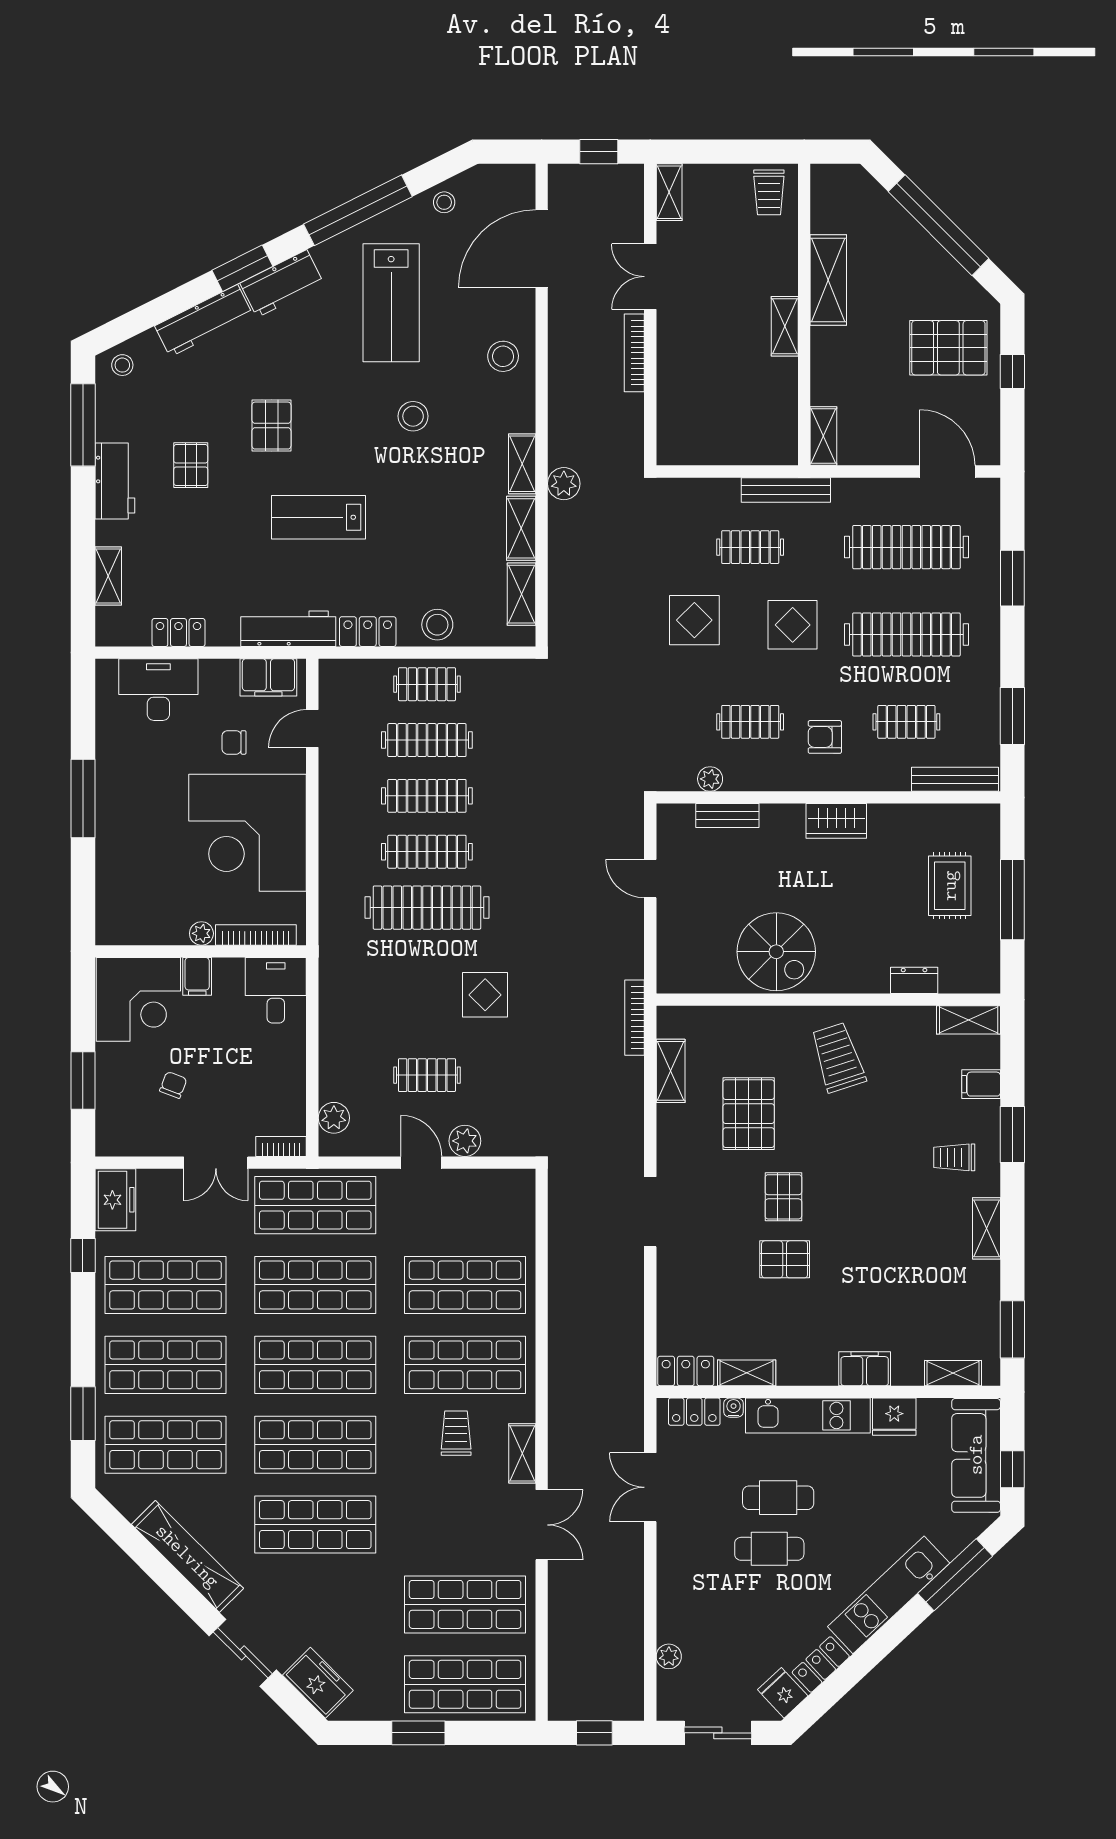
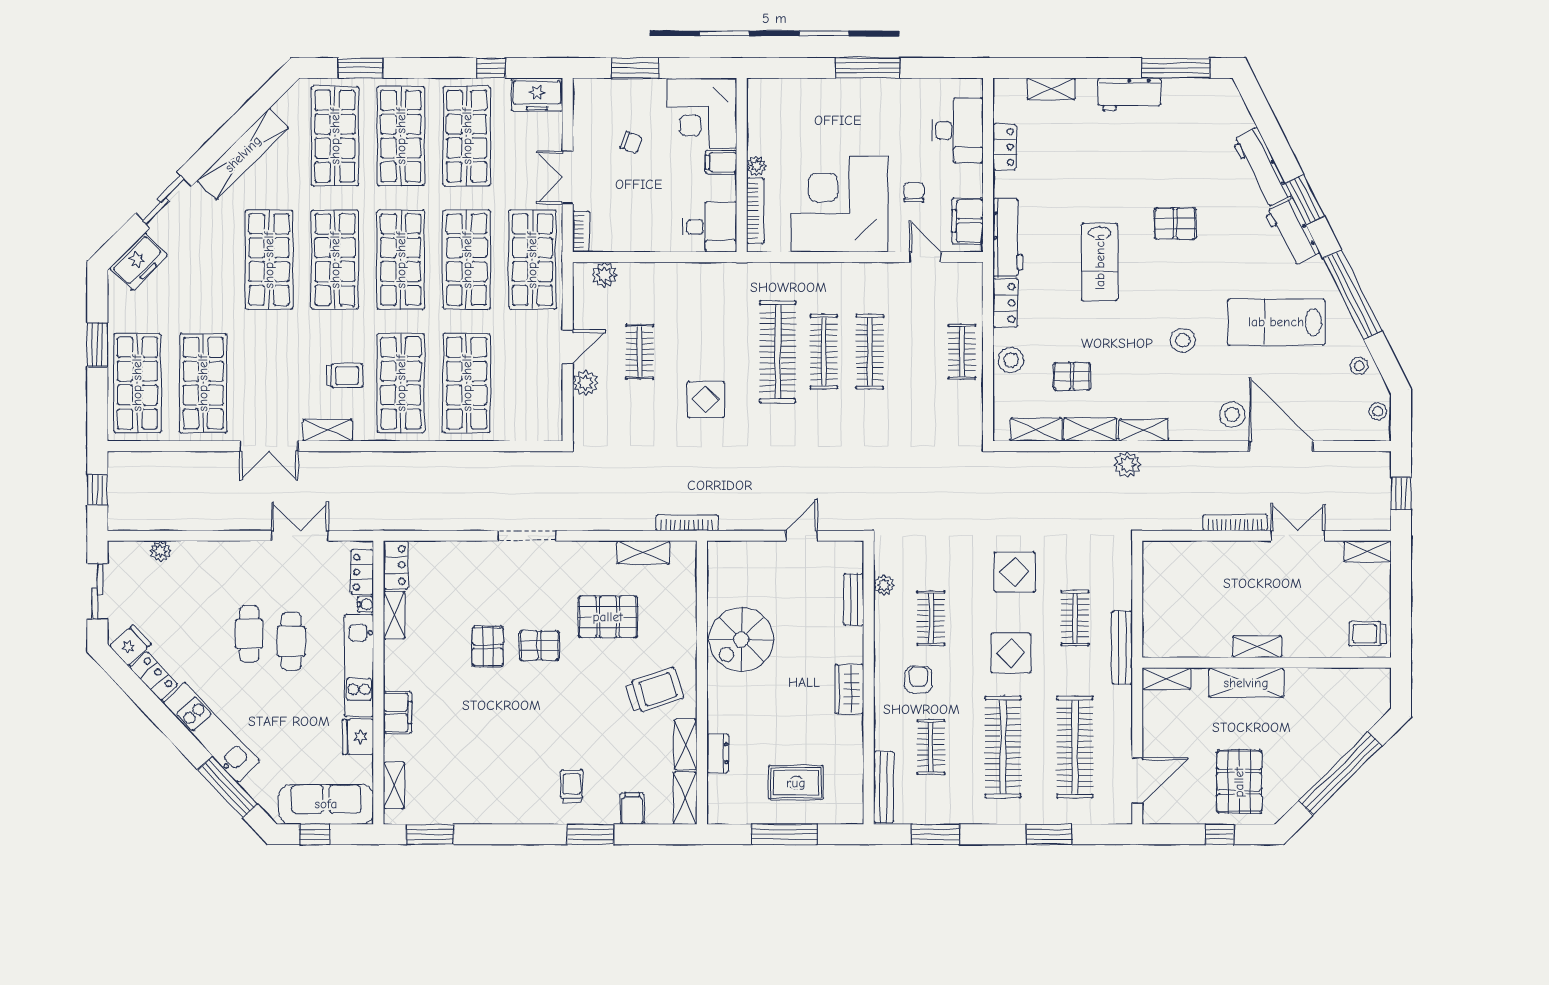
door: (542, 249) -> (1281, 446), moved
shelving: (828, 280) -> (1246, 683), moved
stool: (122, 365) -> (1378, 411), moved
pallet: (191, 465) -> (1072, 376), moved
lab bench: (319, 517) -> (1100, 262), turned 180
clothes rail: (427, 740) -> (916, 352), removed
shelving: (986, 1228) -> (685, 745), moved, turned 90

